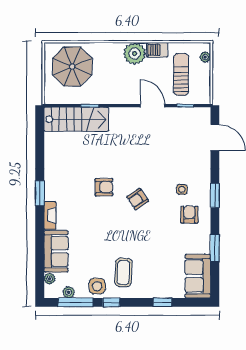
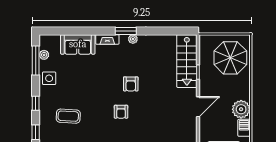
door: (152, 106) -> (198, 107), moved
armchair: (138, 199) -> (121, 112), turned -146
coffee table: (123, 272) -> (68, 116), moved
plant: (50, 279) -> (133, 39), moved
window: (111, 302) -> (36, 103), moved

